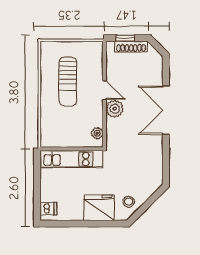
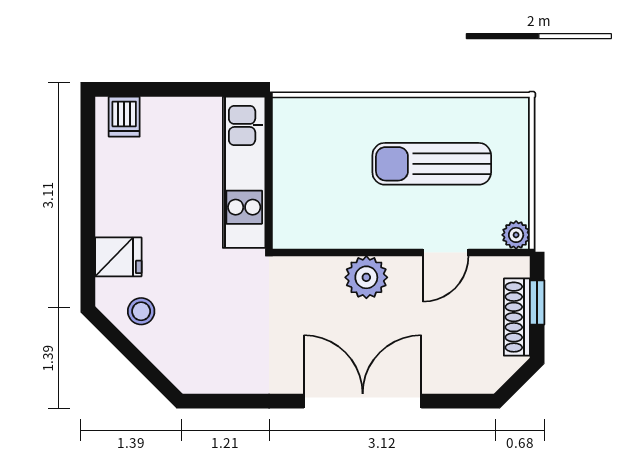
door: (104, 90) -> (446, 253), moved
plant: (97, 133) -> (516, 235), moved
fridge: (99, 208) -> (118, 257), width x0.53, depth x0.75

